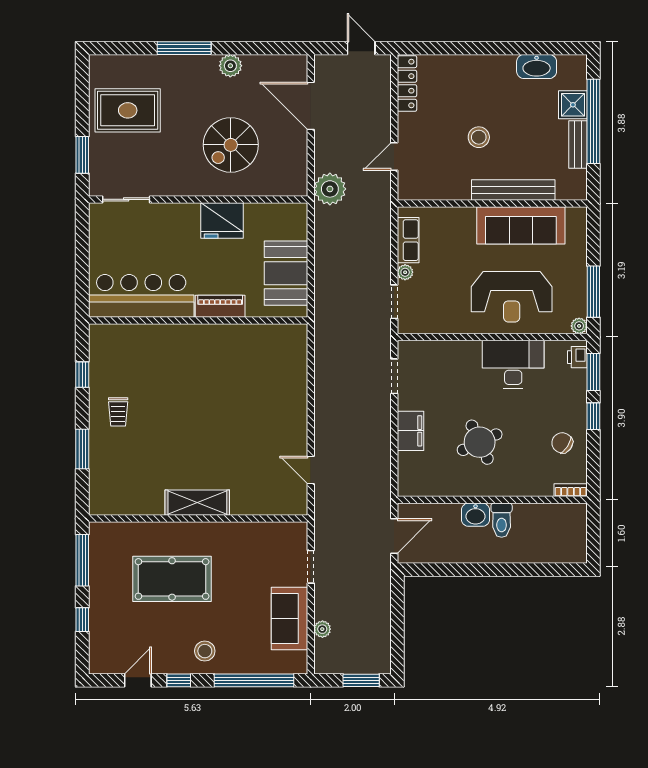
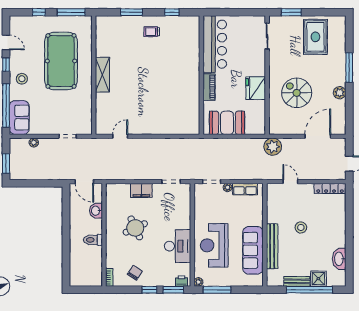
washbasin: (476, 515) -> (96, 211), moved
pool table: (172, 579) -> (61, 61), width x1.36, depth x1.32
sofa: (289, 618) -> (19, 118), moved, turned 90

